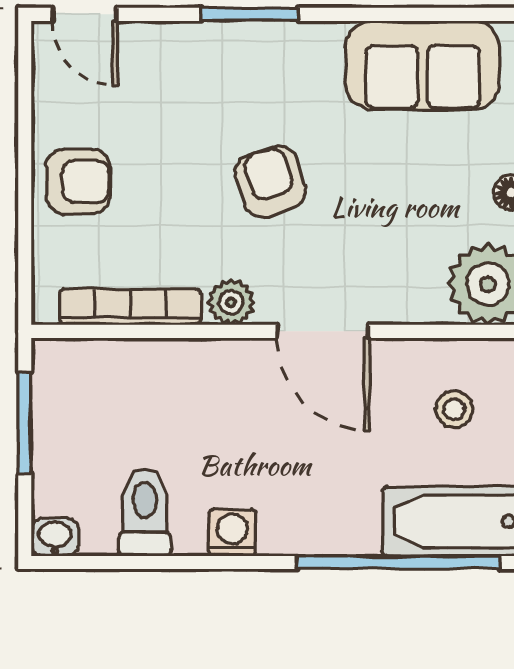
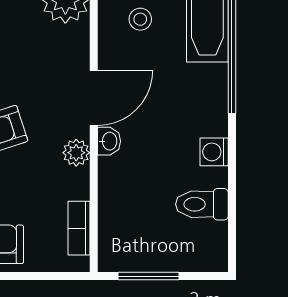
bookcase: (130, 307) -> (79, 228), width x0.64
washbasin: (55, 537) -> (109, 141), moved, turned 180

